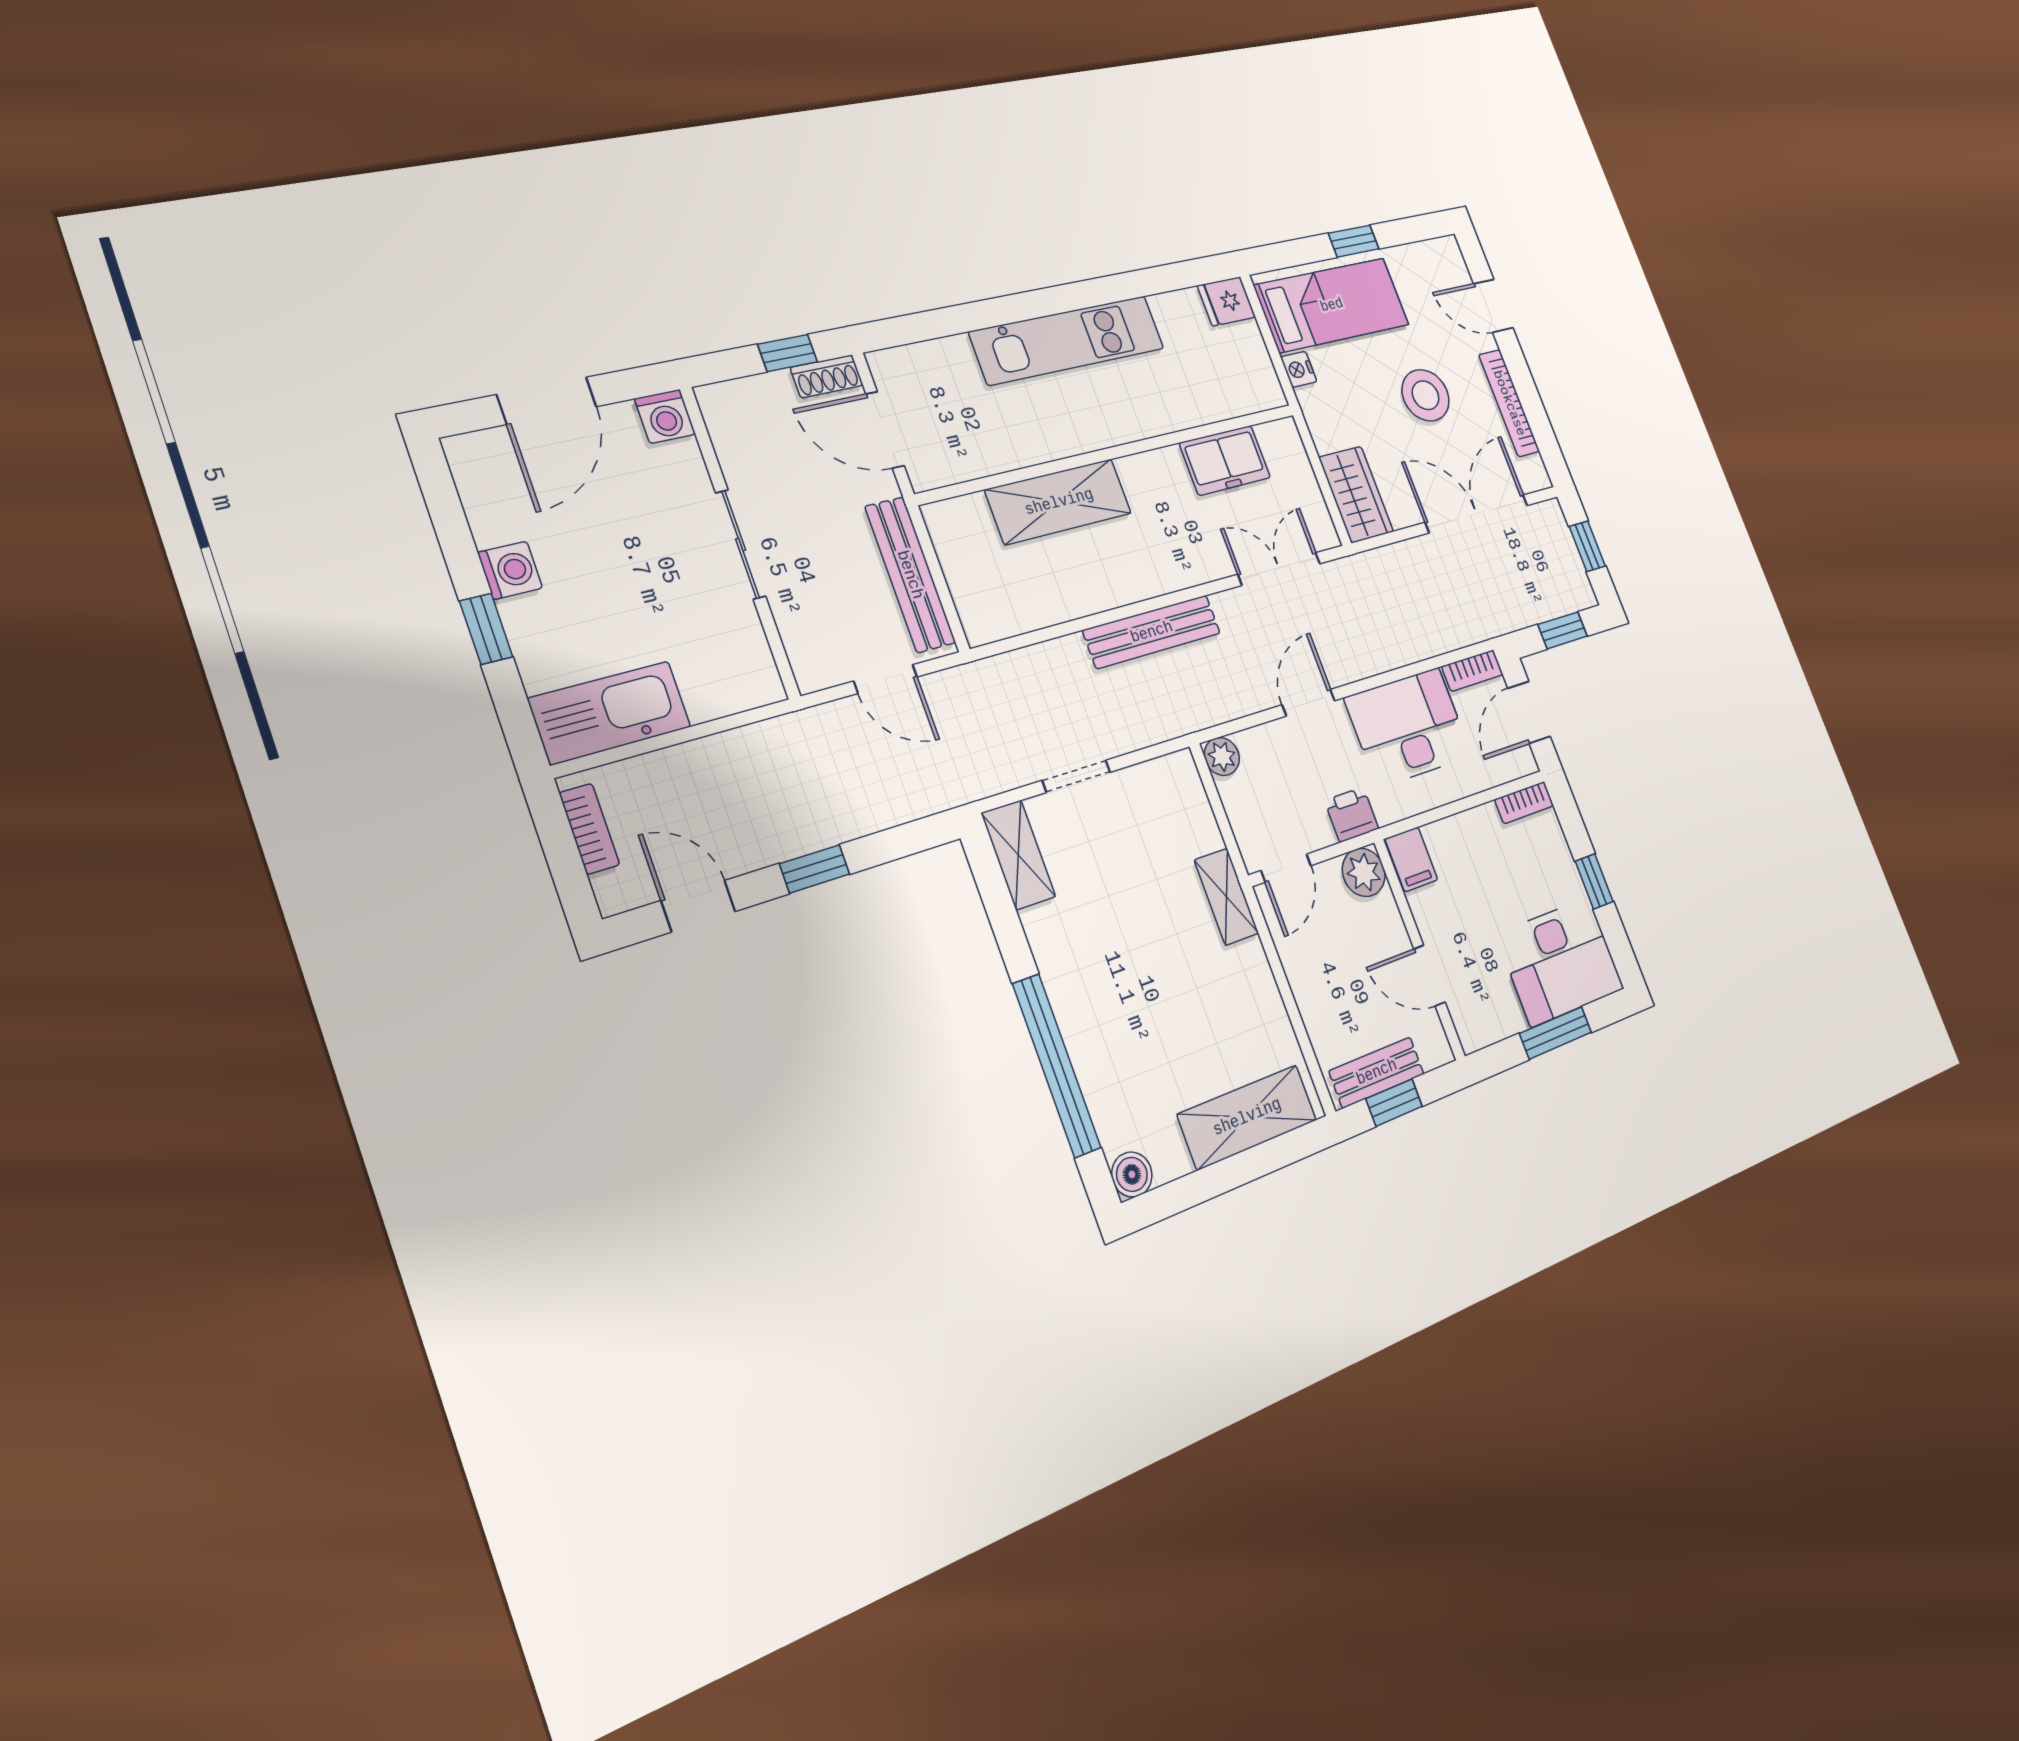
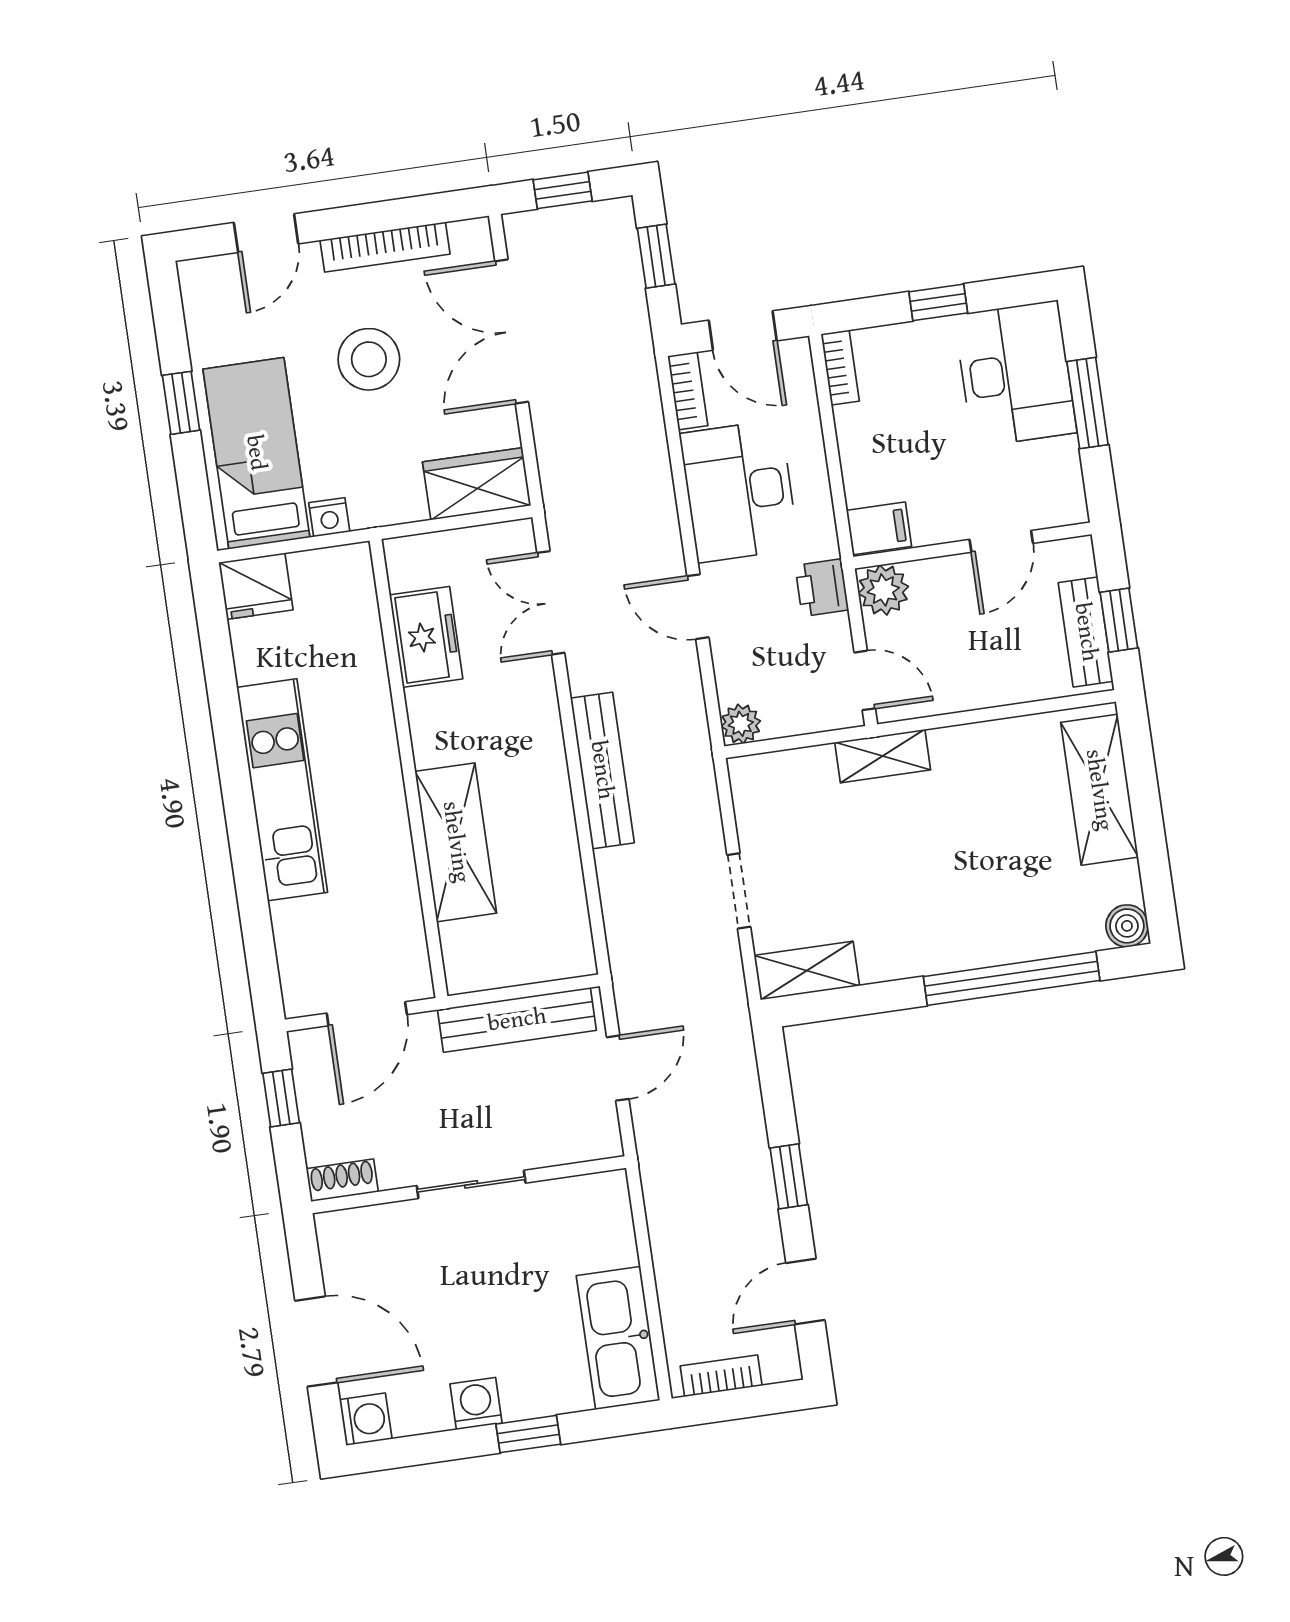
fridge: (1226, 301) -> (256, 586), width x1.38
shoe rack: (827, 376) -> (342, 1180), moved, turned -90
washing machine: (665, 416) -> (366, 1419), moved

